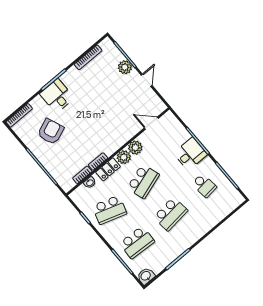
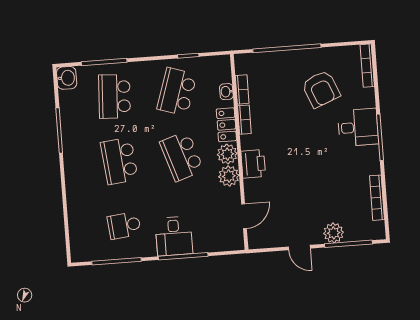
printer: (119, 139) -> (253, 164), added

